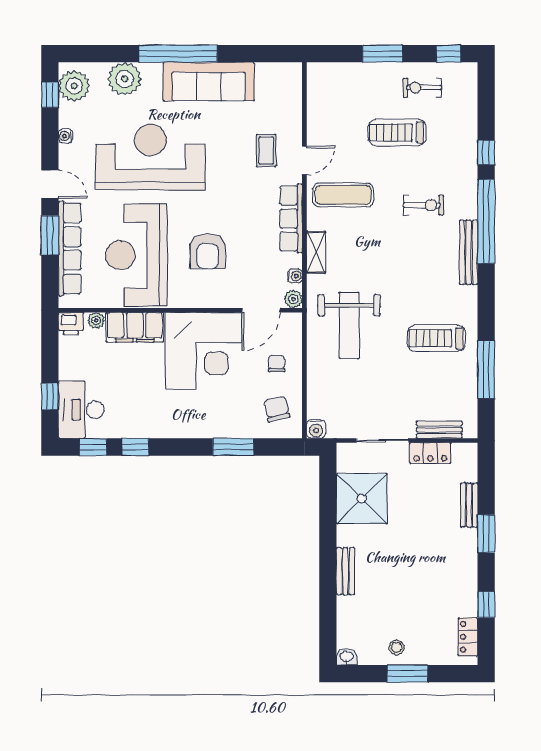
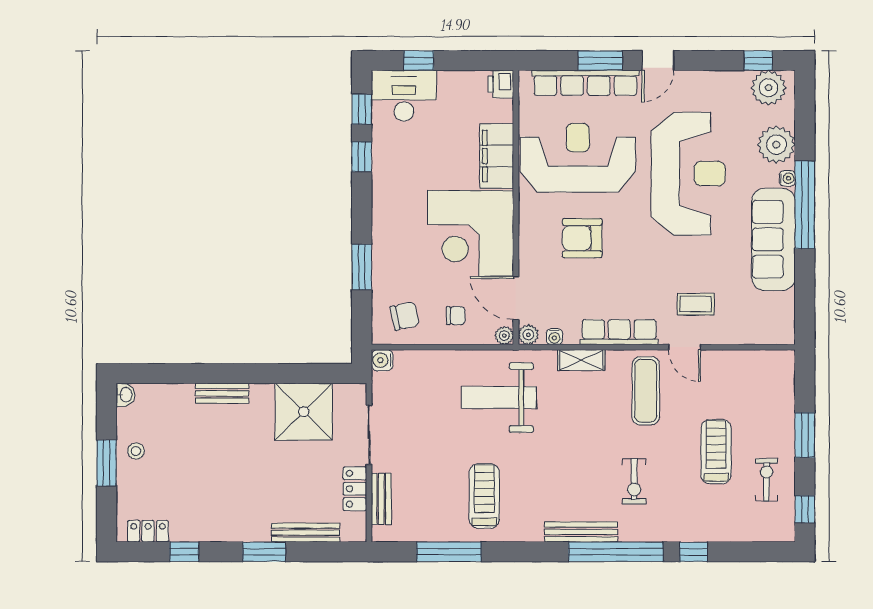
water cooler: (65, 136) -> (787, 178), moved, turned 90
plant: (96, 320) -> (504, 336), moved
bench: (469, 505) -> (306, 533), width x1.36

